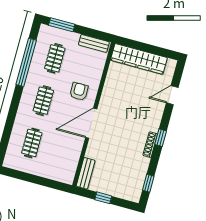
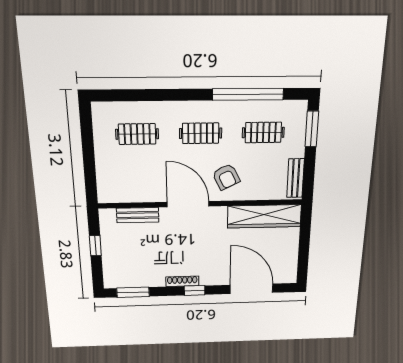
wardrobe: (139, 59) -> (264, 216), moved, turned -90
armchair: (79, 91) -> (226, 177), turned 64
door: (172, 95) -> (251, 289), width x1.88
bench: (86, 173) -> (138, 215), moved
window: (148, 183) -> (133, 292), width x1.50

